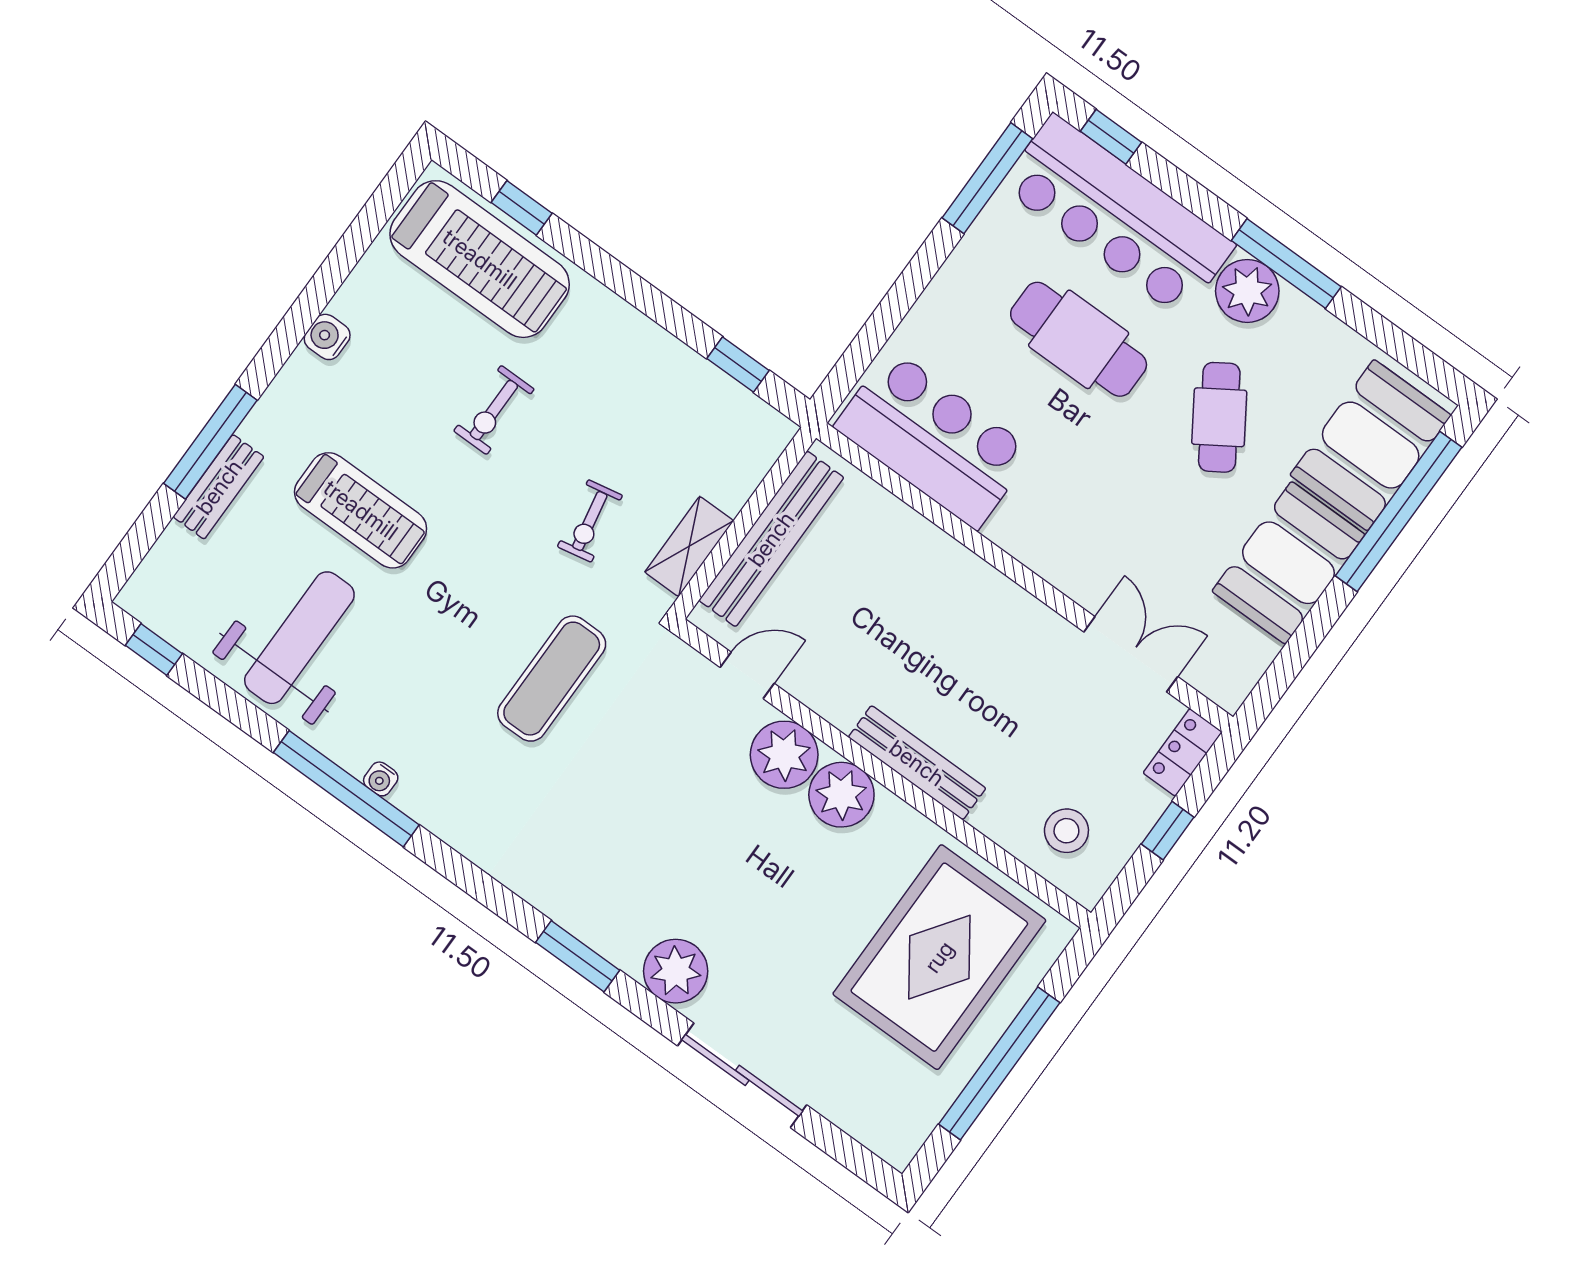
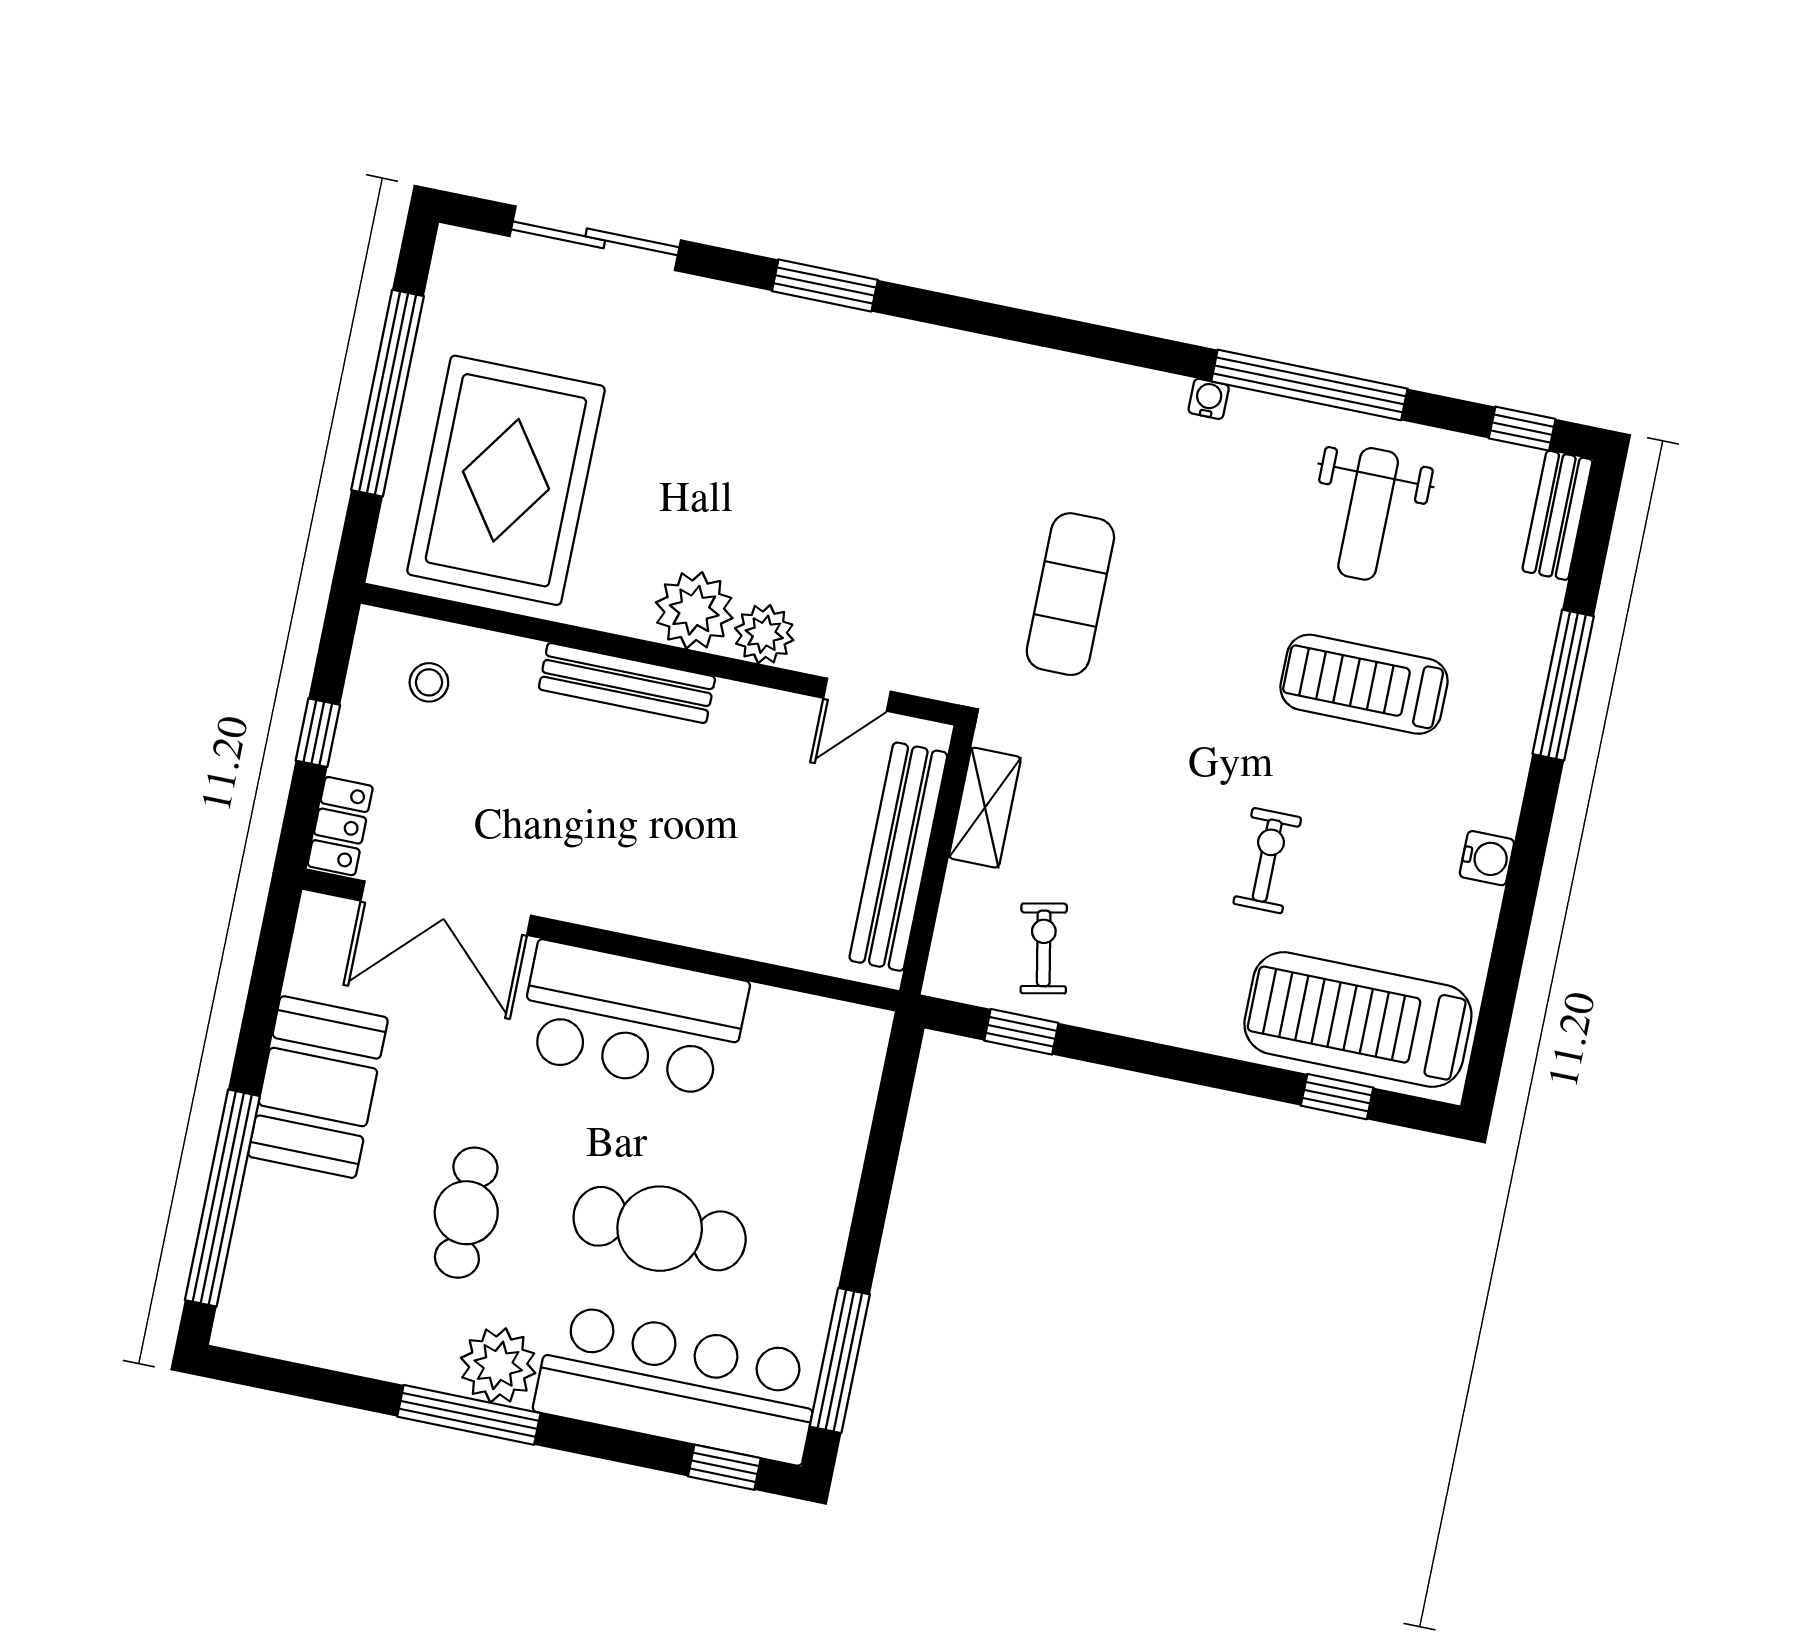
cafe table: (1219, 417) -> (466, 1213), turned 33
bar counter: (934, 439) -> (633, 1019), moved
booth: (1371, 445) -> (286, 1257), removed
bench: (219, 487) -> (1557, 515), moved
exercise bike: (590, 521) -> (1044, 948), moved
weight bench: (299, 638) -> (1368, 514), width x0.73, depth x0.75
double door: (1131, 654) -> (446, 908), width x1.37
plant: (784, 755) -> (764, 634), width x0.73, depth x0.73
window: (346, 789) -> (1309, 385), moved
stool: (1066, 831) -> (429, 682), width x0.73, depth x0.73
window: (578, 956) -> (825, 285), moved
plant: (676, 971) -> (789, 334), removed
sliding door: (742, 1075) -> (595, 238), moved

